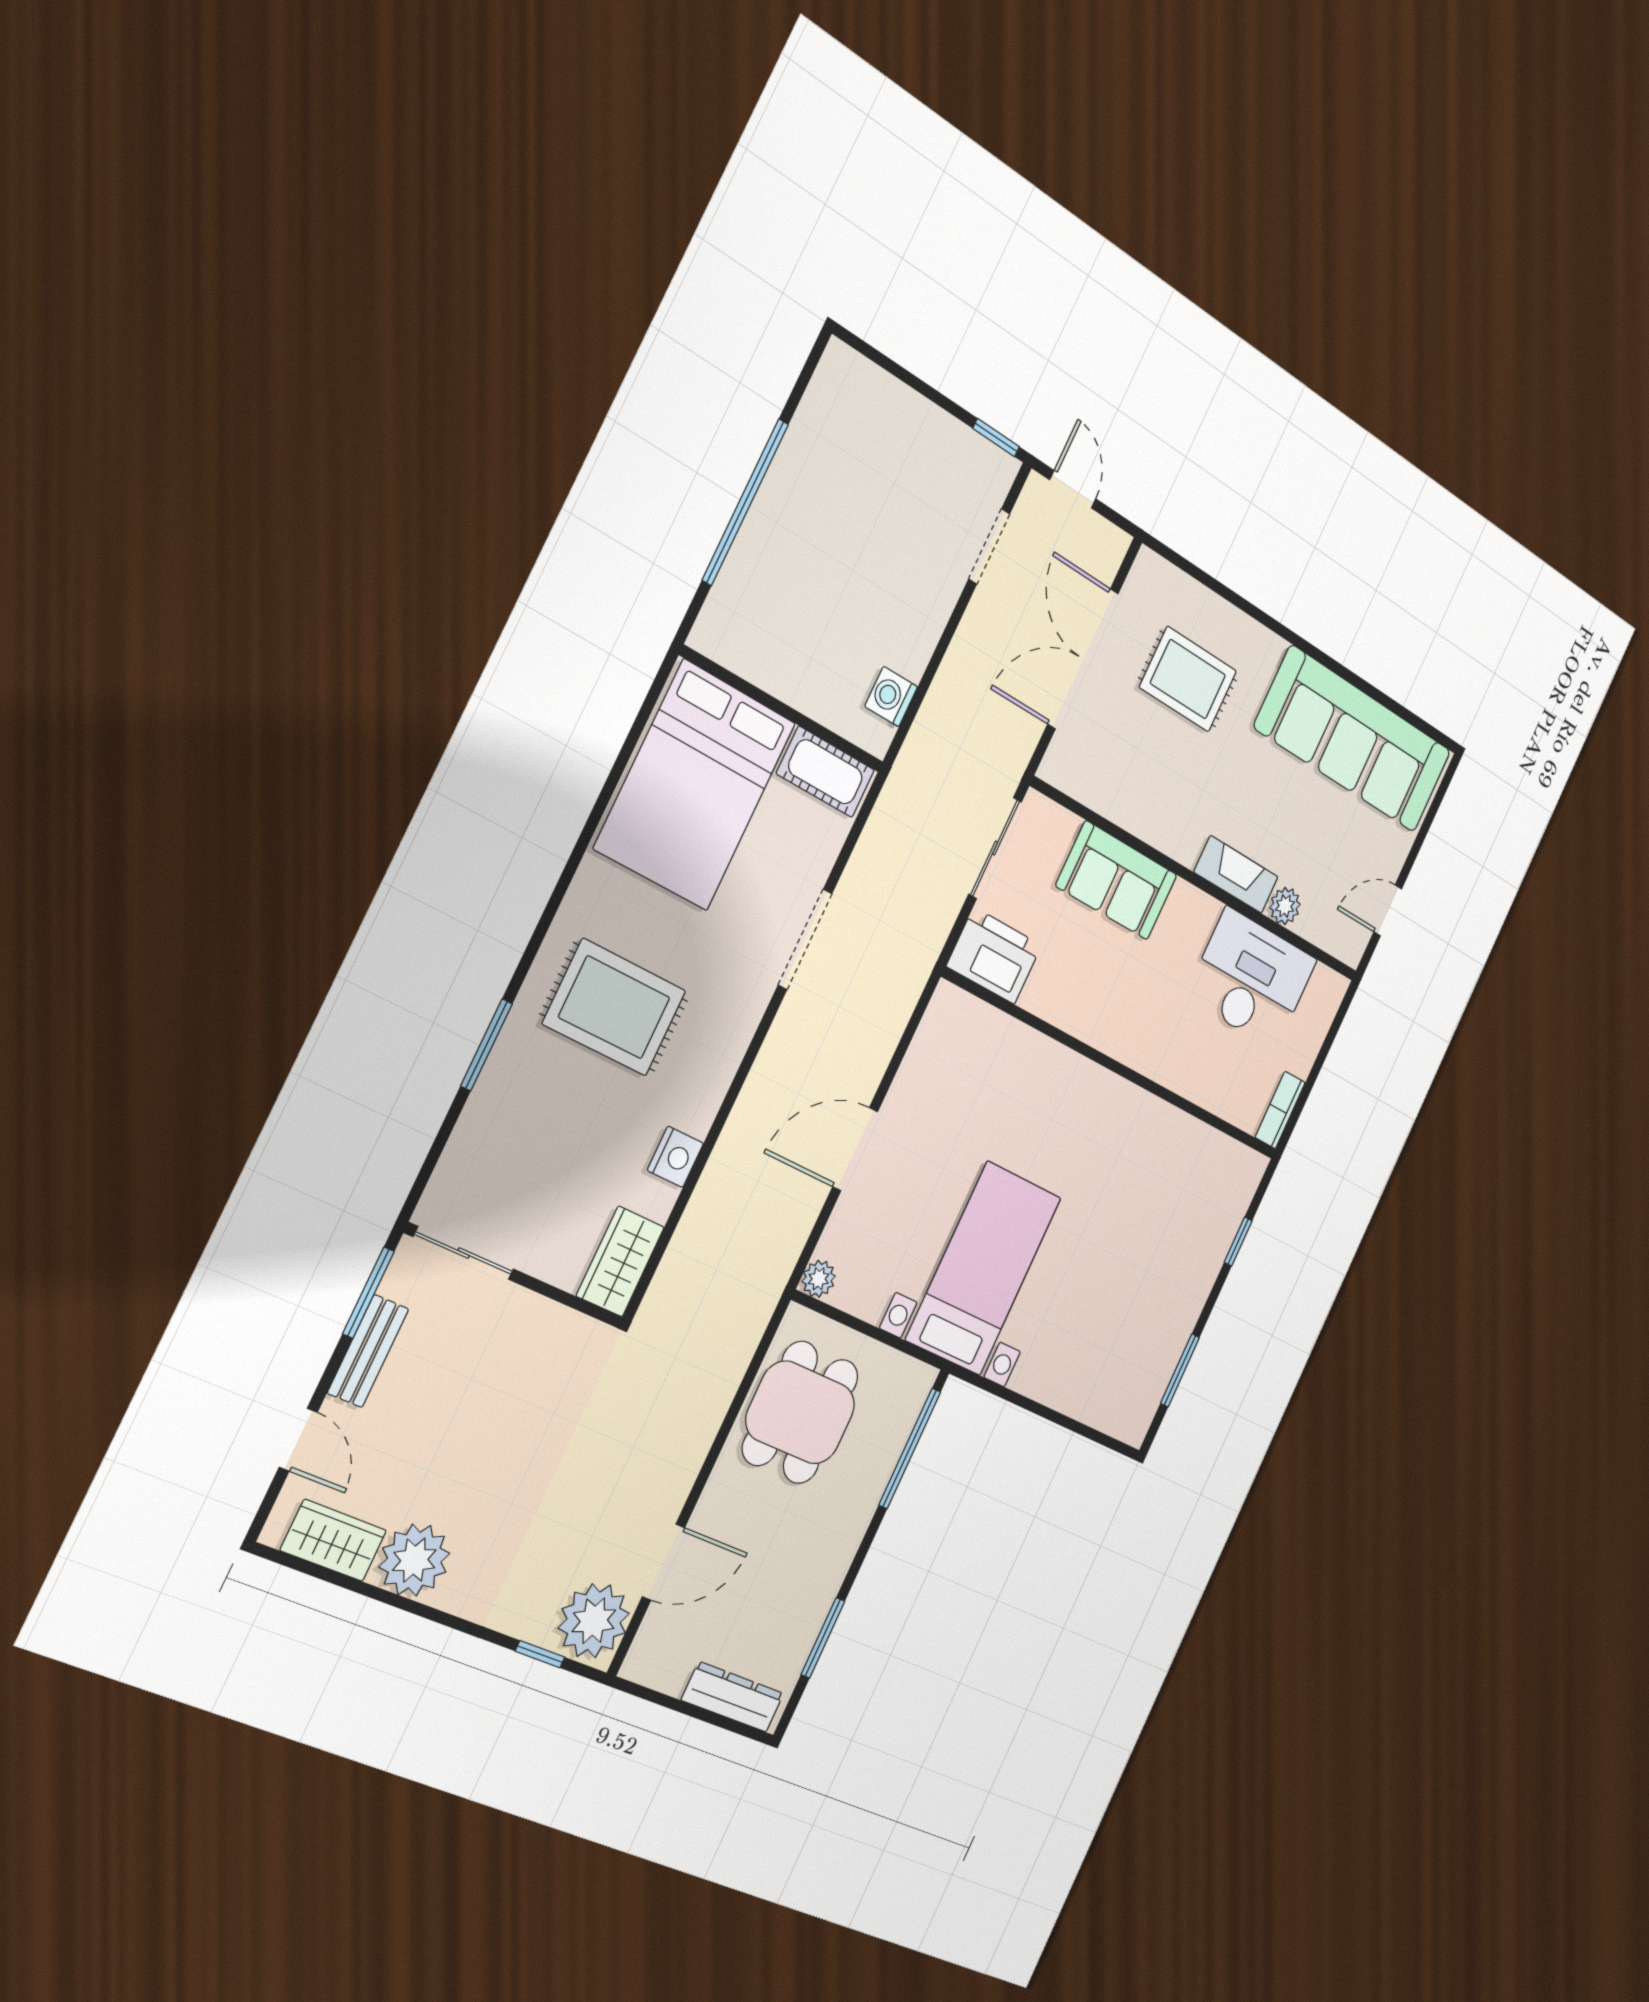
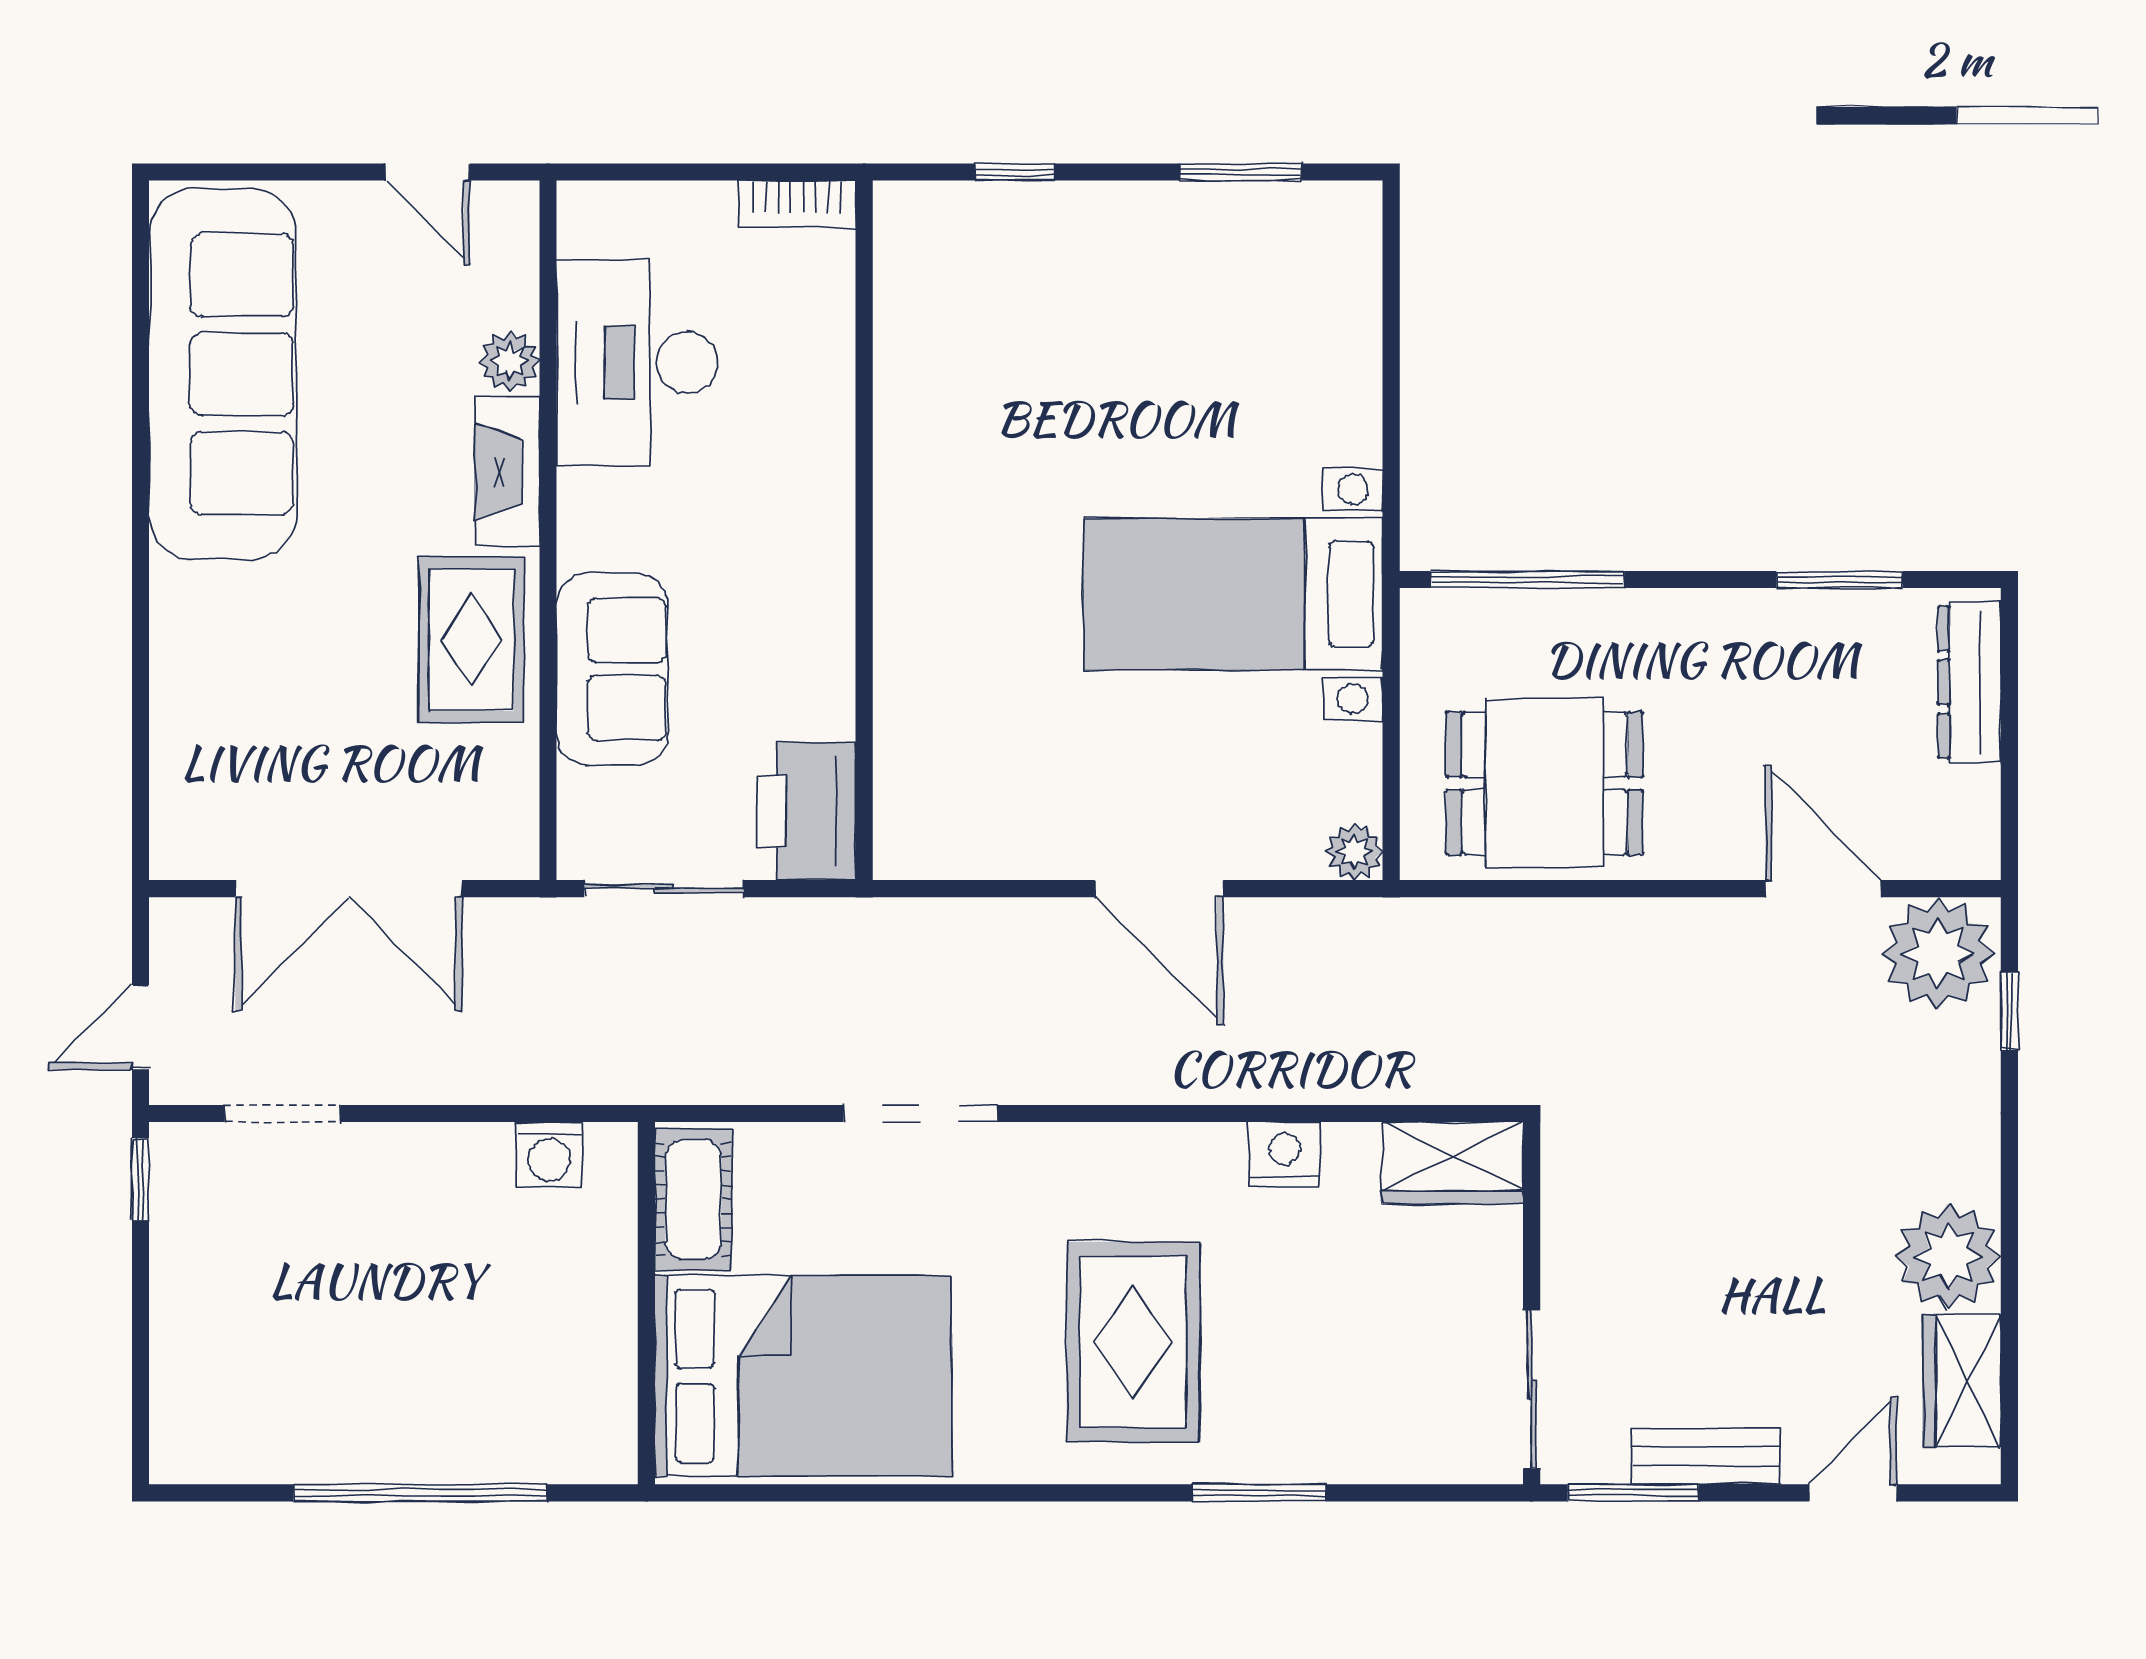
rug: (1188, 679) -> (471, 640), moved

